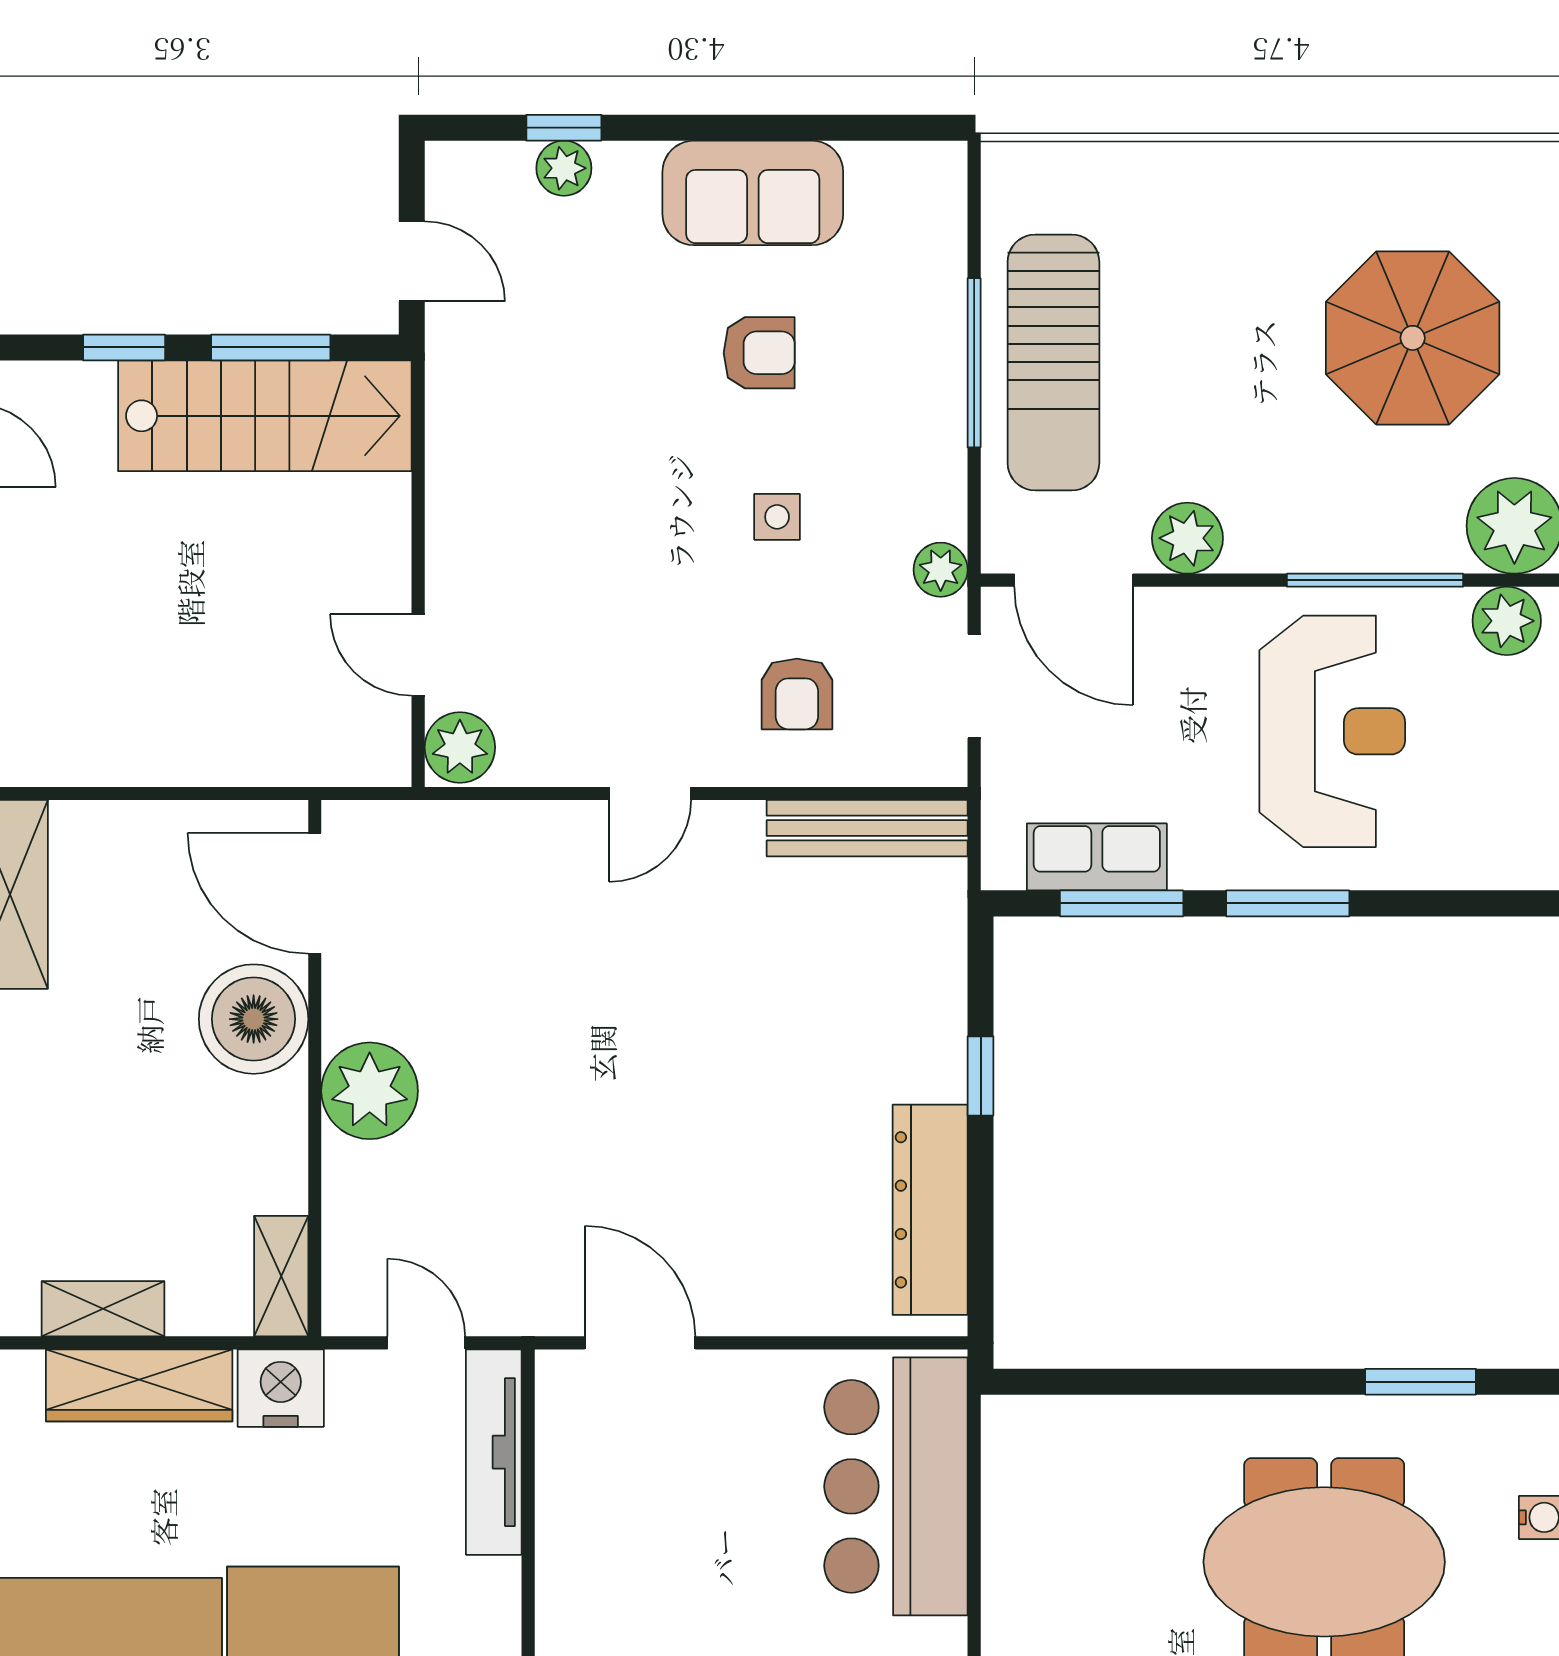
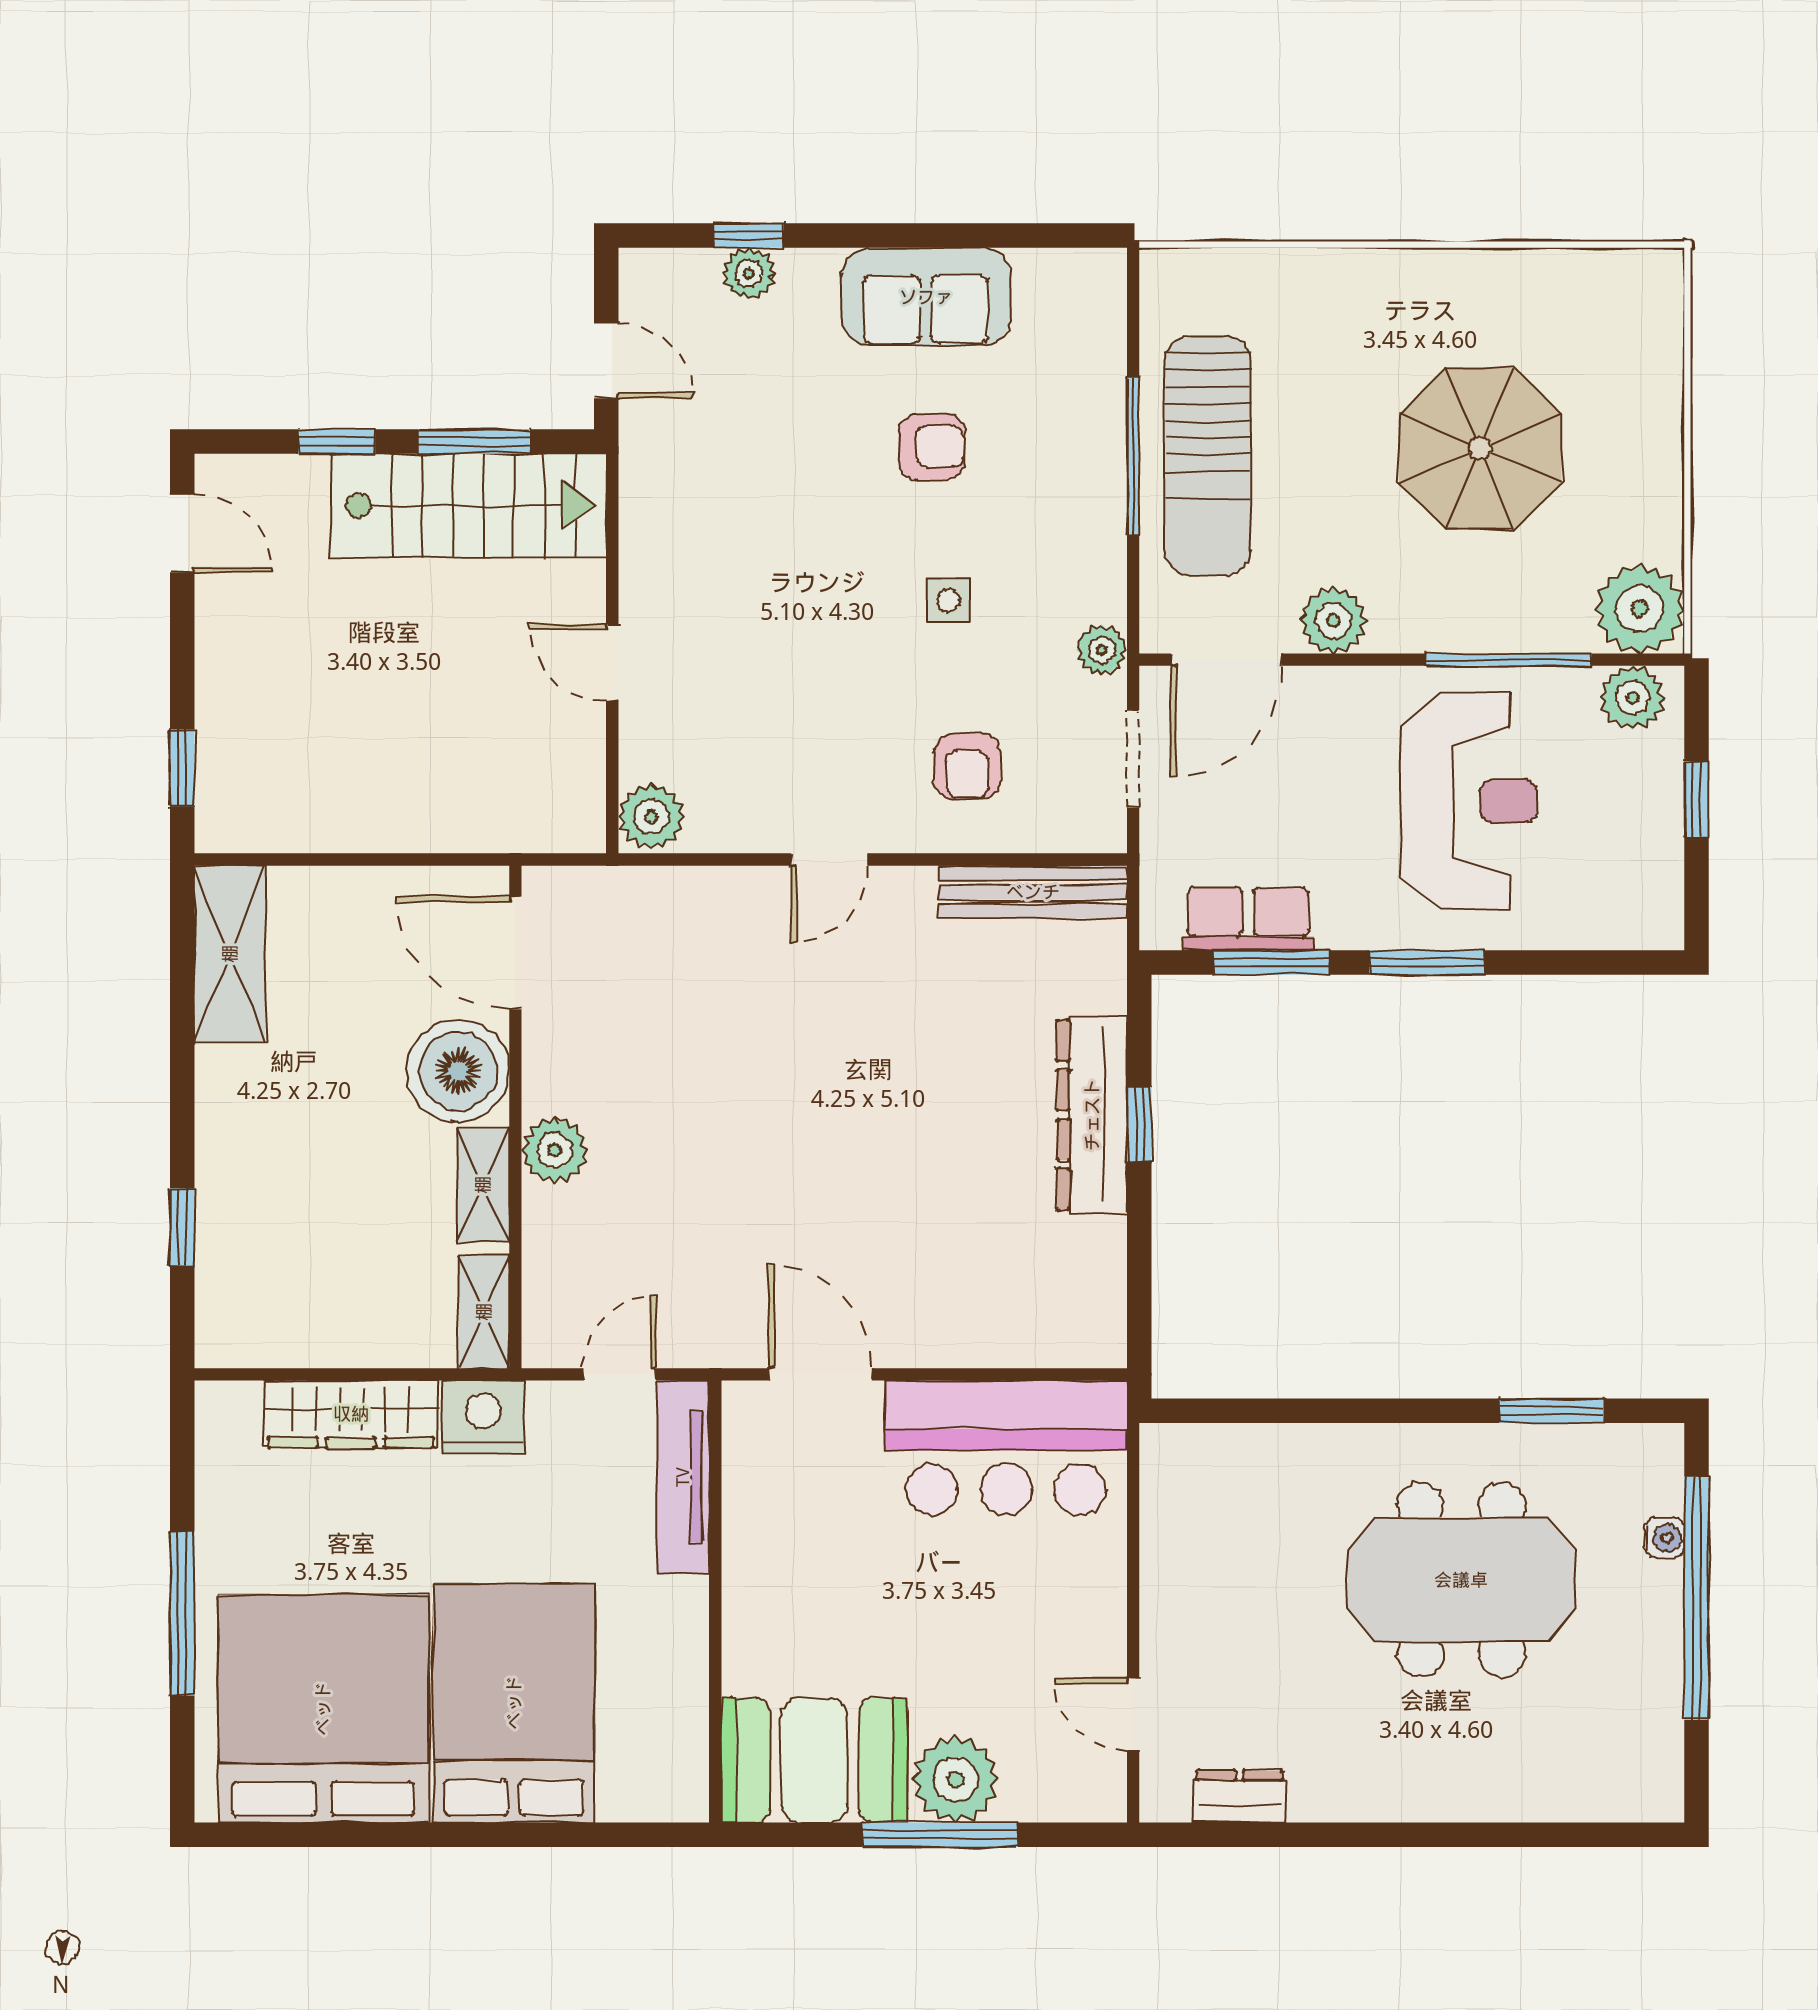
parasol: (1413, 338) -> (1480, 448), moved
door: (1074, 580) -> (1226, 660), hinge flipped
door: (418, 655) -> (612, 663), moved
plant: (370, 1091) -> (555, 1150), width x0.73, depth x0.73
dresser: (930, 1210) -> (1092, 1115), moved
shelving: (103, 1309) -> (483, 1185), moved, turned 90
door: (426, 1343) -> (620, 1374), hinge flipped
bar counter: (896, 1486) -> (1006, 1448), moved, turned -90

